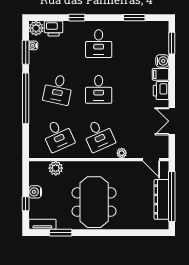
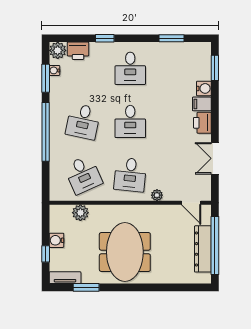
desk: (99, 135) -> (130, 175), turned 30

